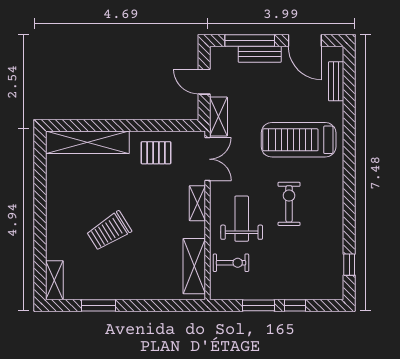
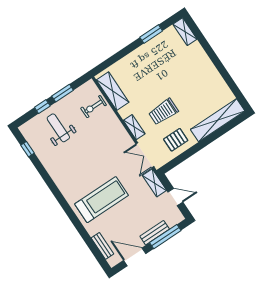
exercise bike: (289, 204) -> (83, 161), removed
weight bench: (242, 219) -> (58, 128), moved, turned 180
trolley: (109, 231) -> (163, 112), moved, turned -148

